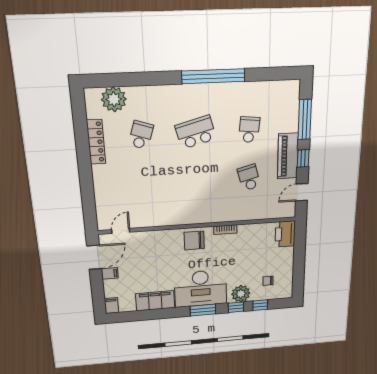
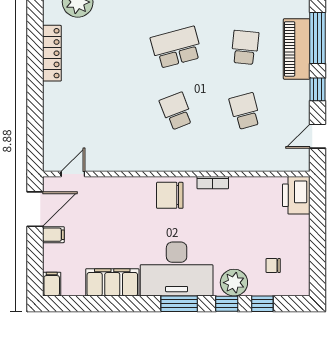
school desk: (141, 135) -> (176, 111), moved, turned -39
piano: (288, 156) -> (297, 49), moved

